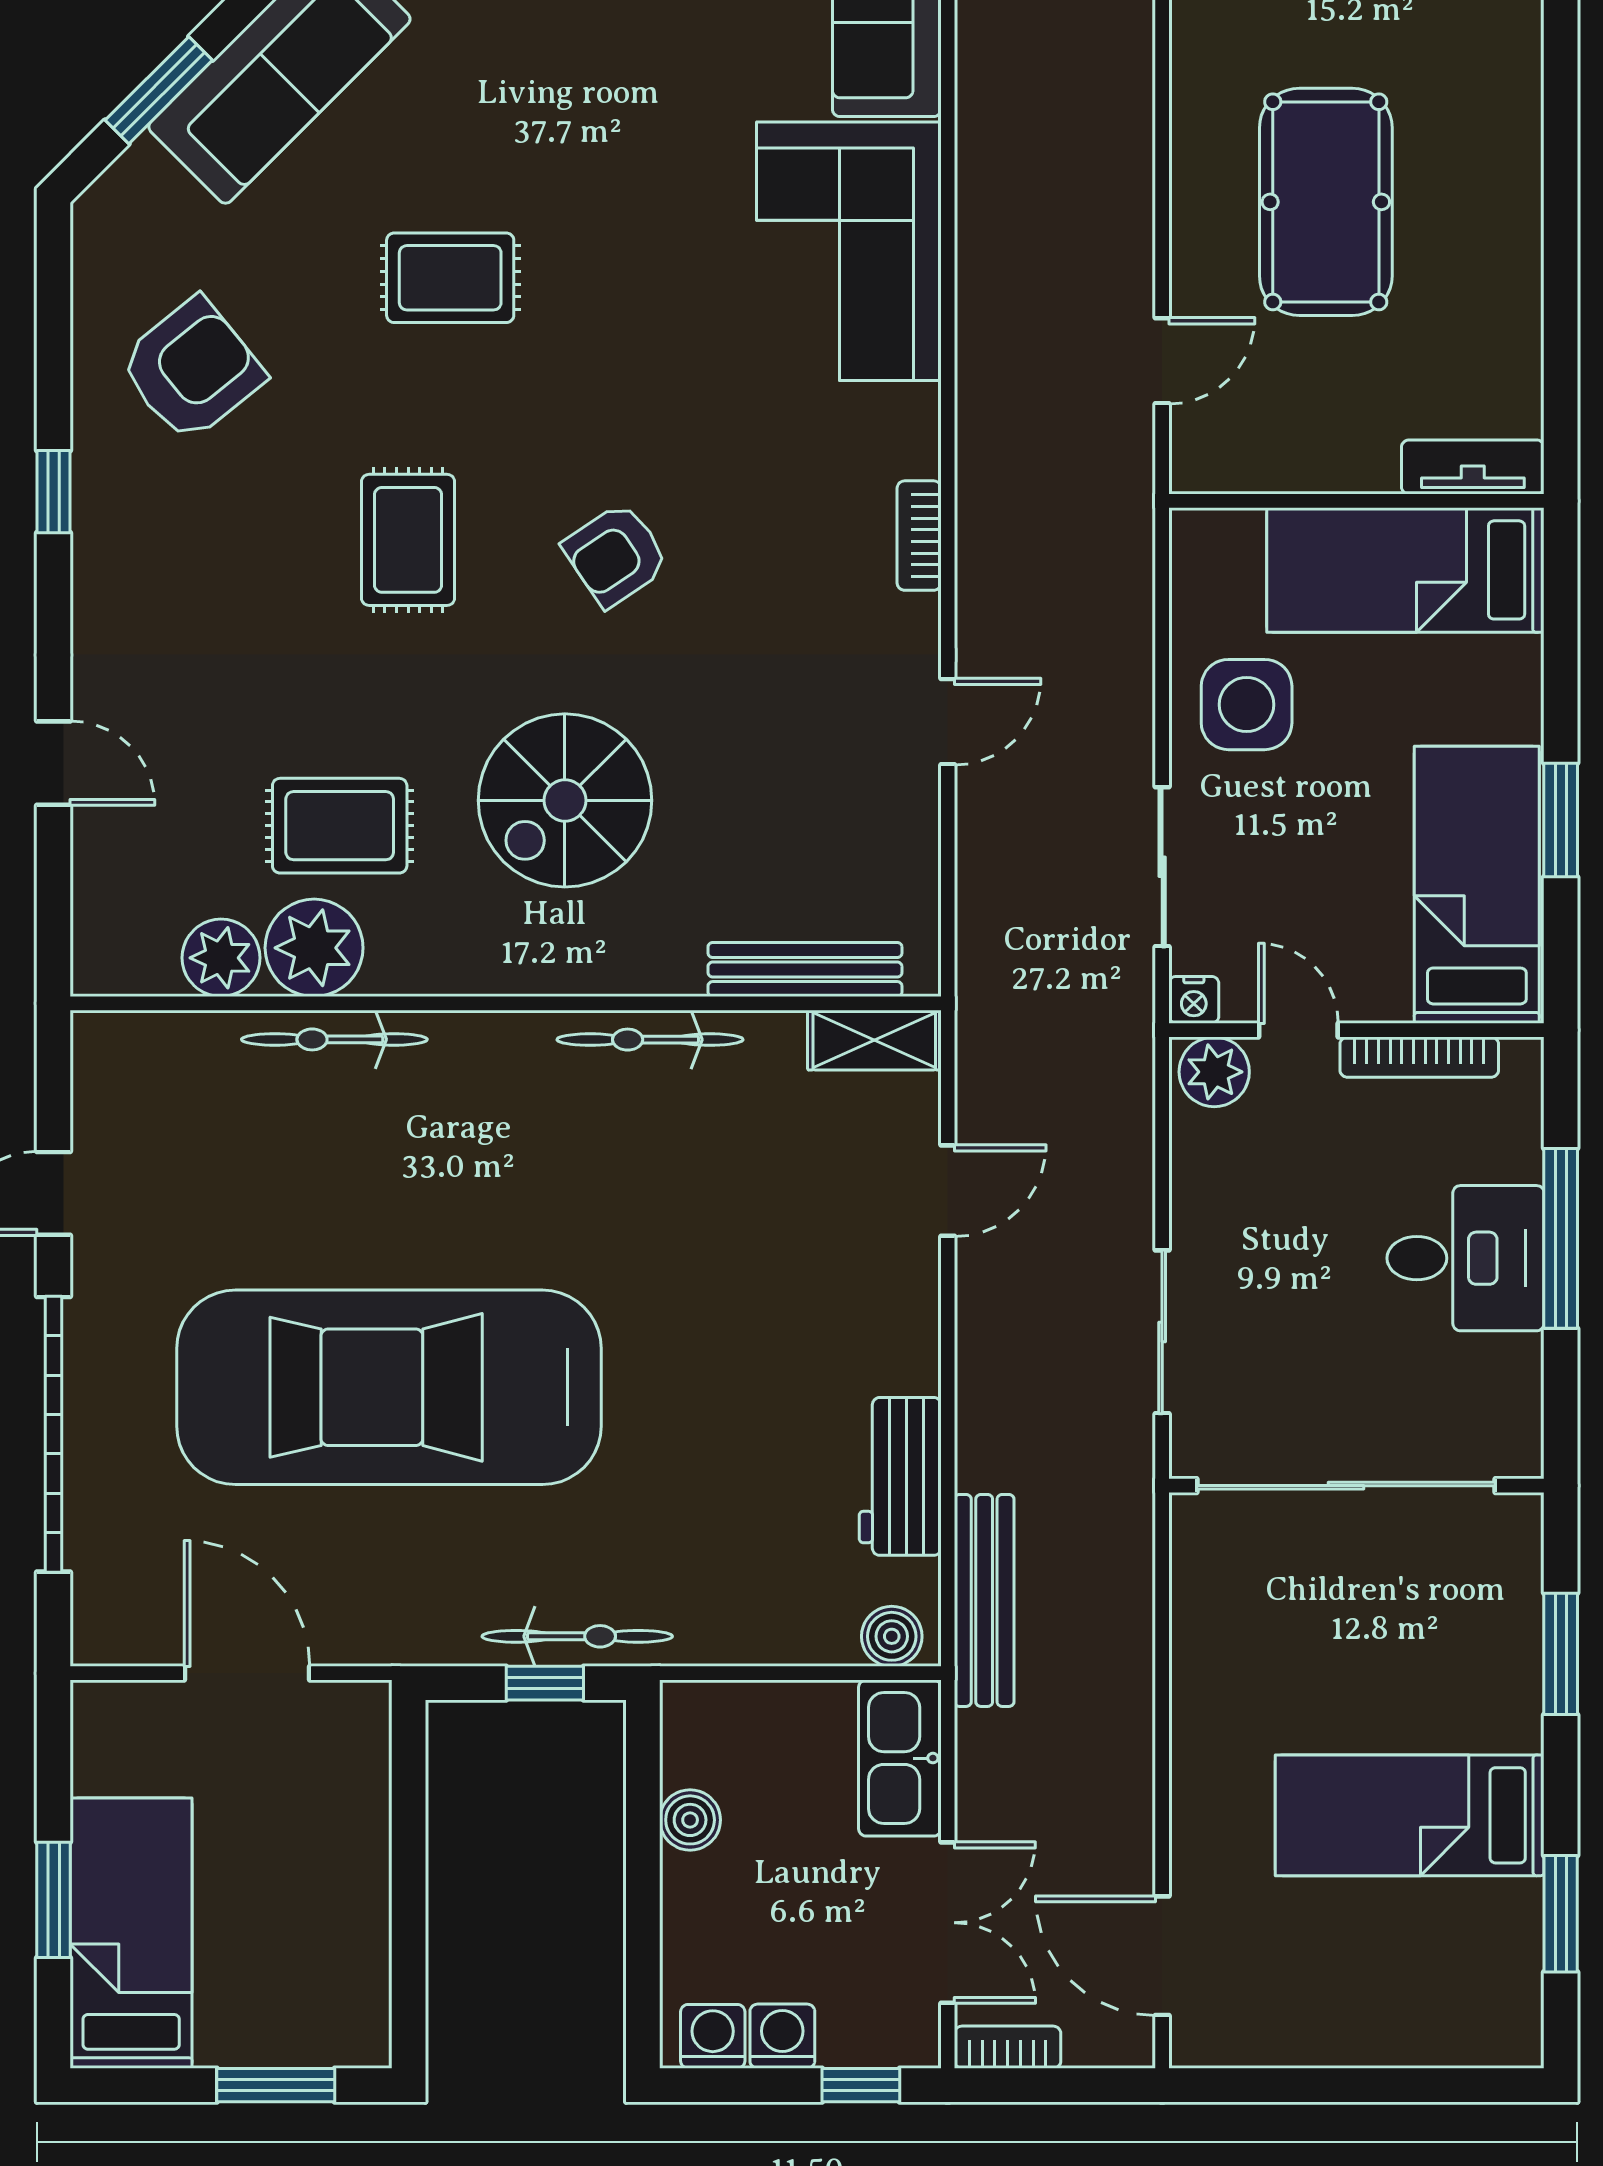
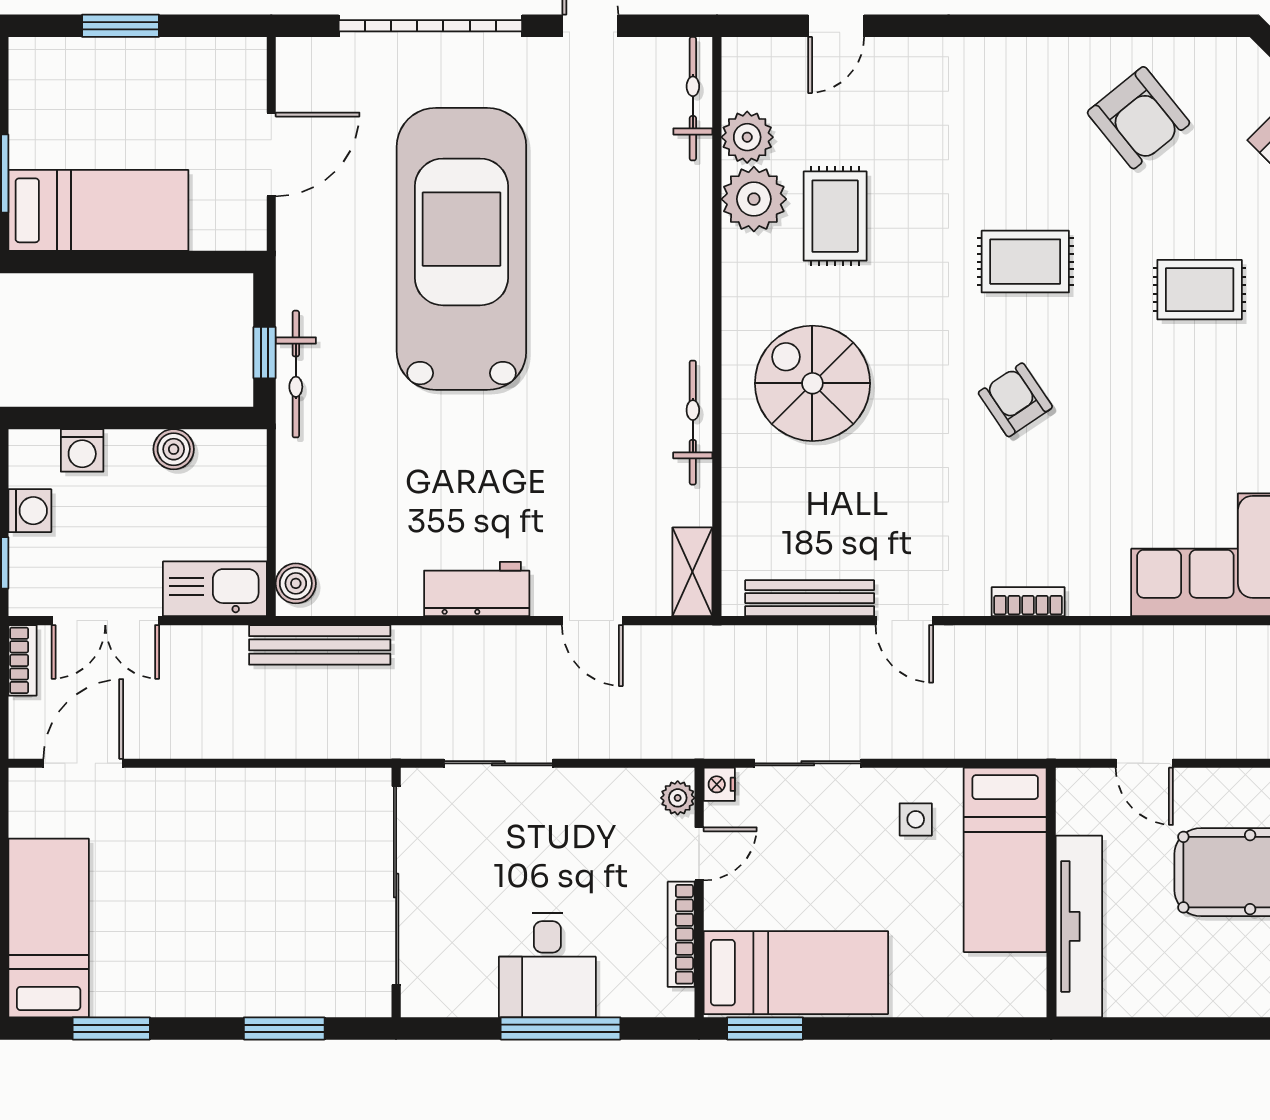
rug: (450, 278) -> (1200, 290), turned 90
tv unit: (1473, 467) -> (1079, 926), width x1.92, depth x1.29
window: (54, 492) -> (1057, 26), removed
bed: (1405, 570) -> (1005, 860), moved, turned 180
side table: (1247, 705) -> (916, 819), width x0.54, depth x0.54
door: (54, 763) -> (836, 26), moved
spiral stairs: (565, 800) -> (812, 383), moved
window: (1561, 820) -> (765, 1028), moved
bench: (805, 970) -> (810, 598), moved, turned 90
bicycle: (334, 1039) -> (693, 99), moved
plant: (1214, 1072) -> (678, 798), width x0.73, depth x0.73
workbench: (900, 1476) -> (477, 589), moved
bed: (1410, 1815) -> (49, 928), moved
bed: (131, 1933) -> (98, 210), moved
washing machine: (713, 2036) -> (82, 450), moved, turned 90

